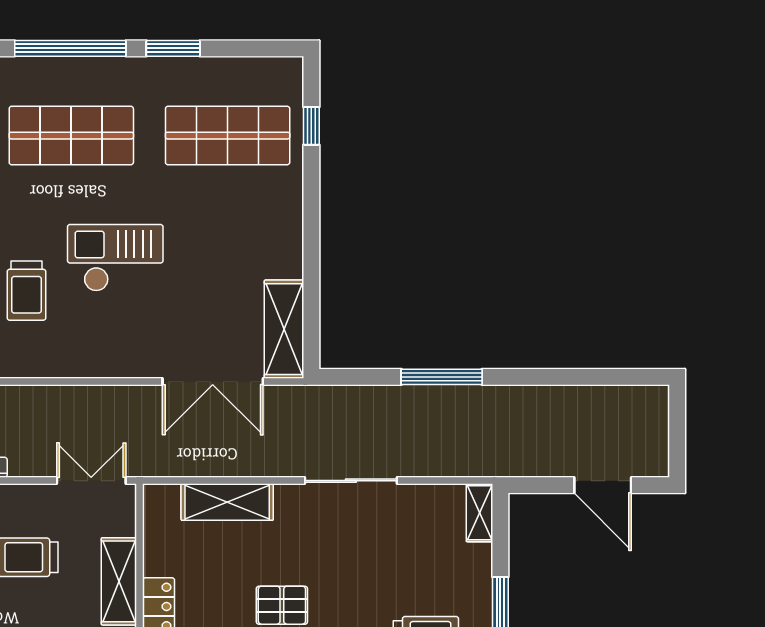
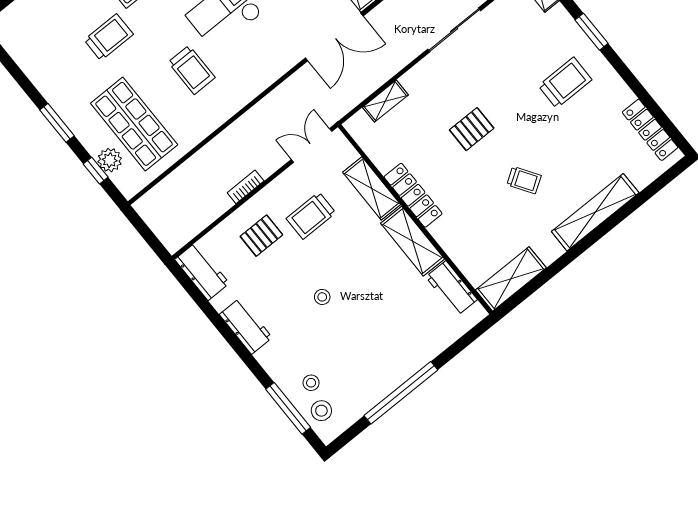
shelving: (227, 502) -> (385, 101), width x0.67, depth x0.75

